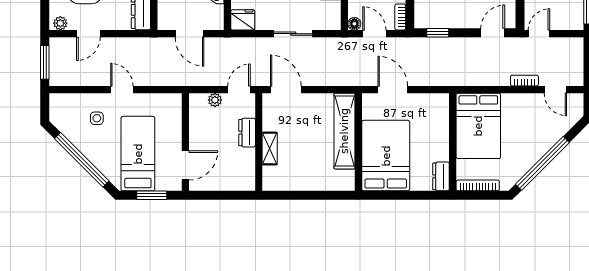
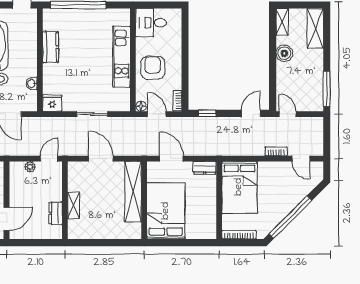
door: (539, 34) -> (288, 114), hinge flipped
door: (286, 90) -> (101, 159), moved
dresser: (247, 133) -> (56, 213), moved
dresser: (441, 176) -> (205, 168), moved, turned -90

